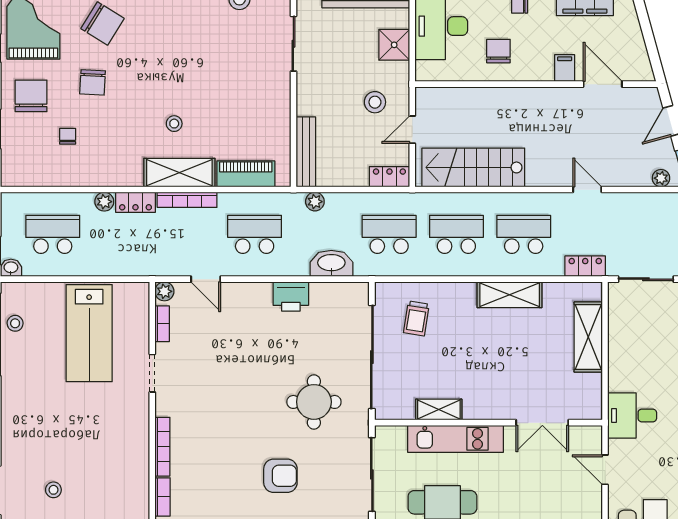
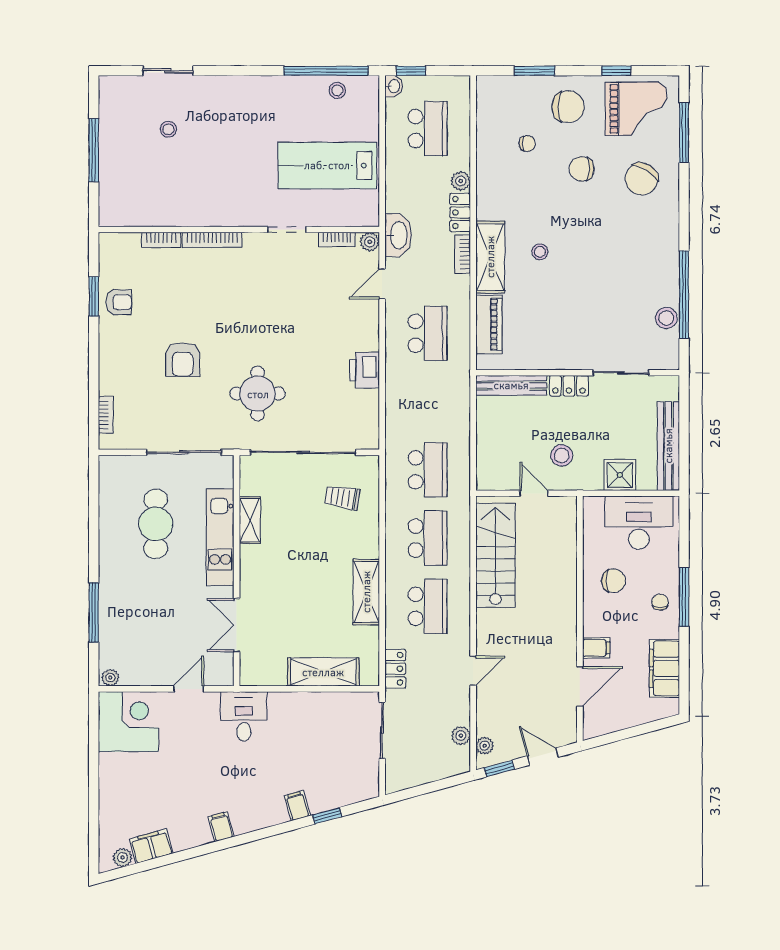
locker: (389, 177) -> (569, 386), moved, turned 90
bookcase: (187, 200) -> (463, 254), width x0.64
plant: (315, 202) -> (461, 736), moved
washbasin: (331, 263) -> (398, 235), moved

